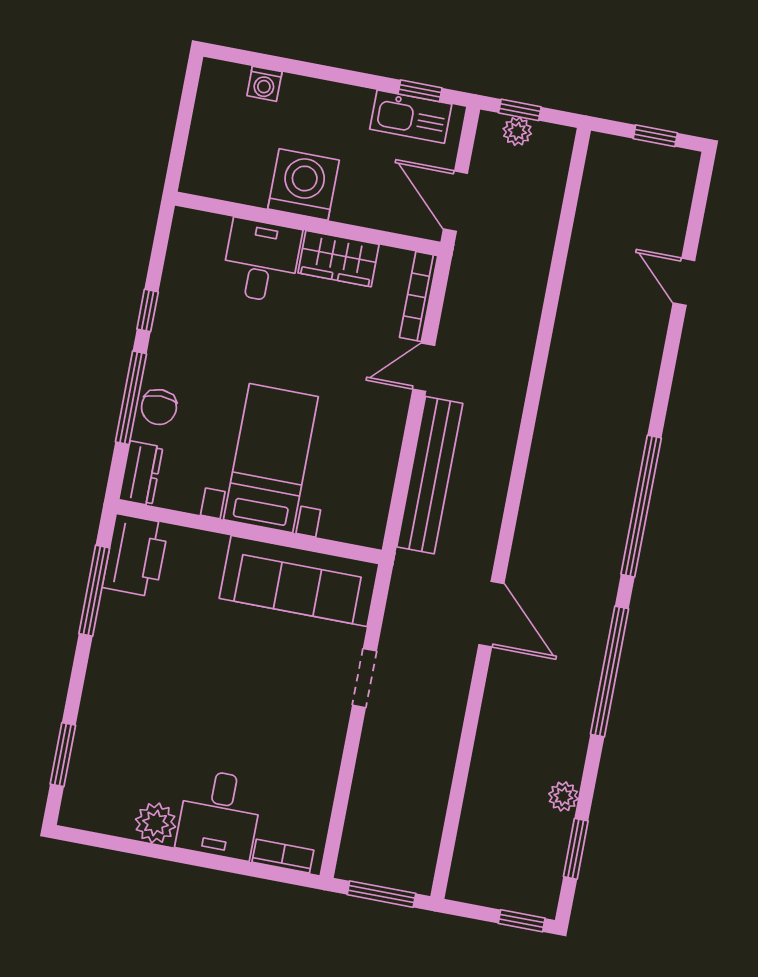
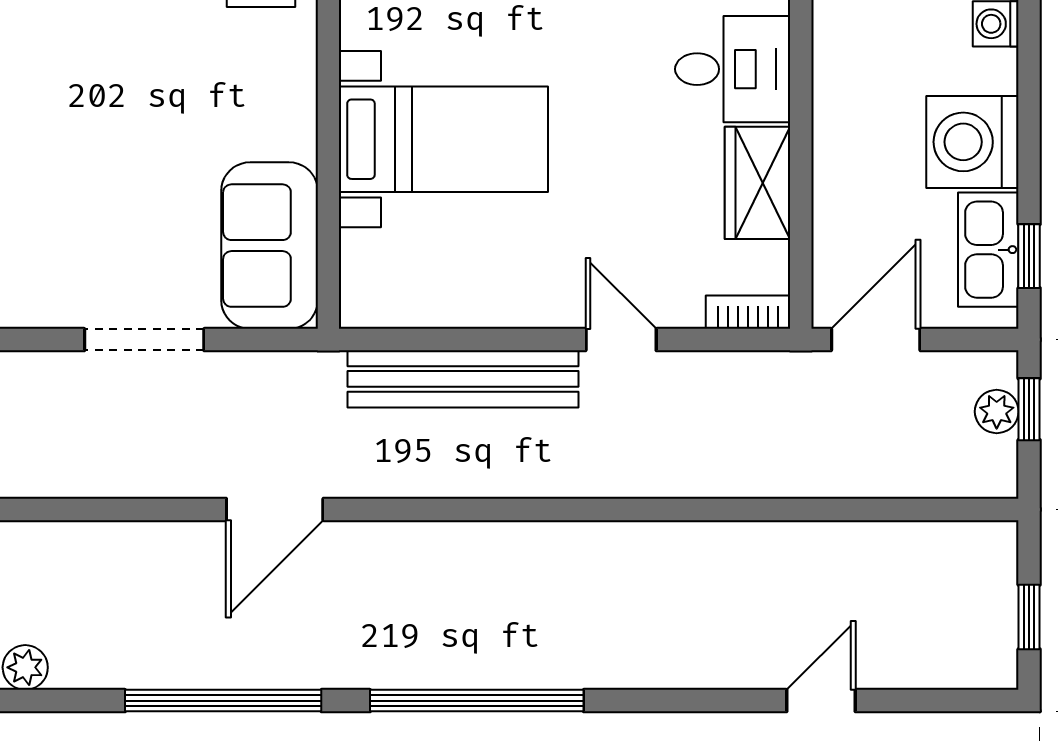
washing machine: (304, 185) -> (972, 142), moved, turned 180
bookcase: (419, 296) -> (748, 312), width x0.64
sofa: (299, 581) -> (270, 246), width x0.73
doorway: (364, 678) -> (144, 340), width x1.38

